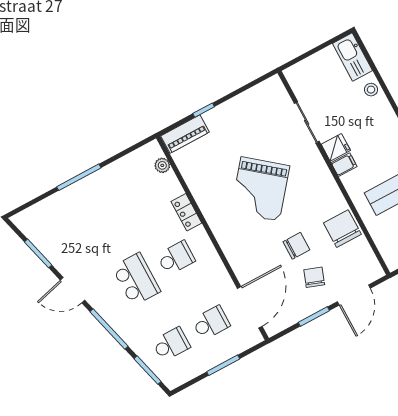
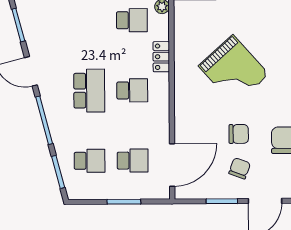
grand piano: (260, 189) -> (234, 70), turned -81
school desk: (141, 193) -> (132, 20), added

